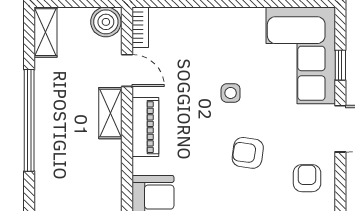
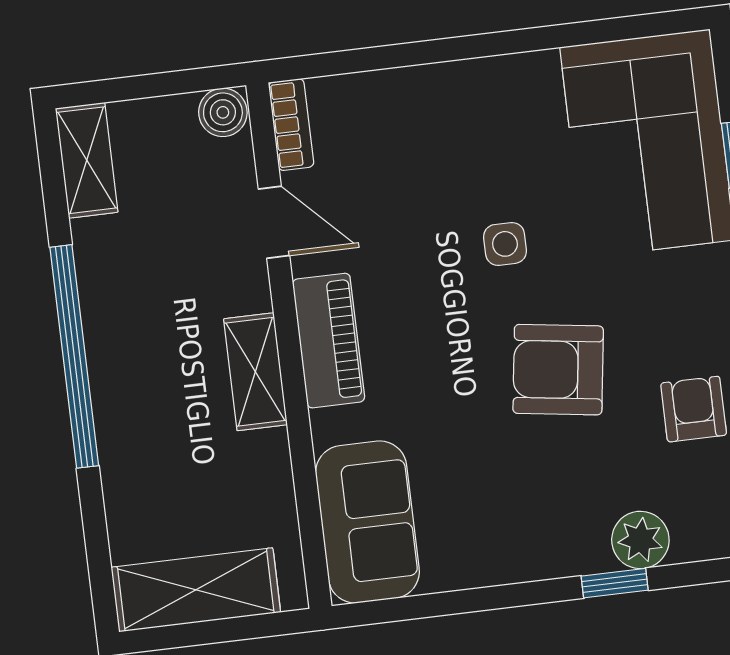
boiler: (106, 22) -> (223, 112), width x0.73, depth x0.73
shelving: (110, 113) -> (255, 372), moved
armchair: (248, 153) -> (558, 370), width x1.38, depth x1.38

